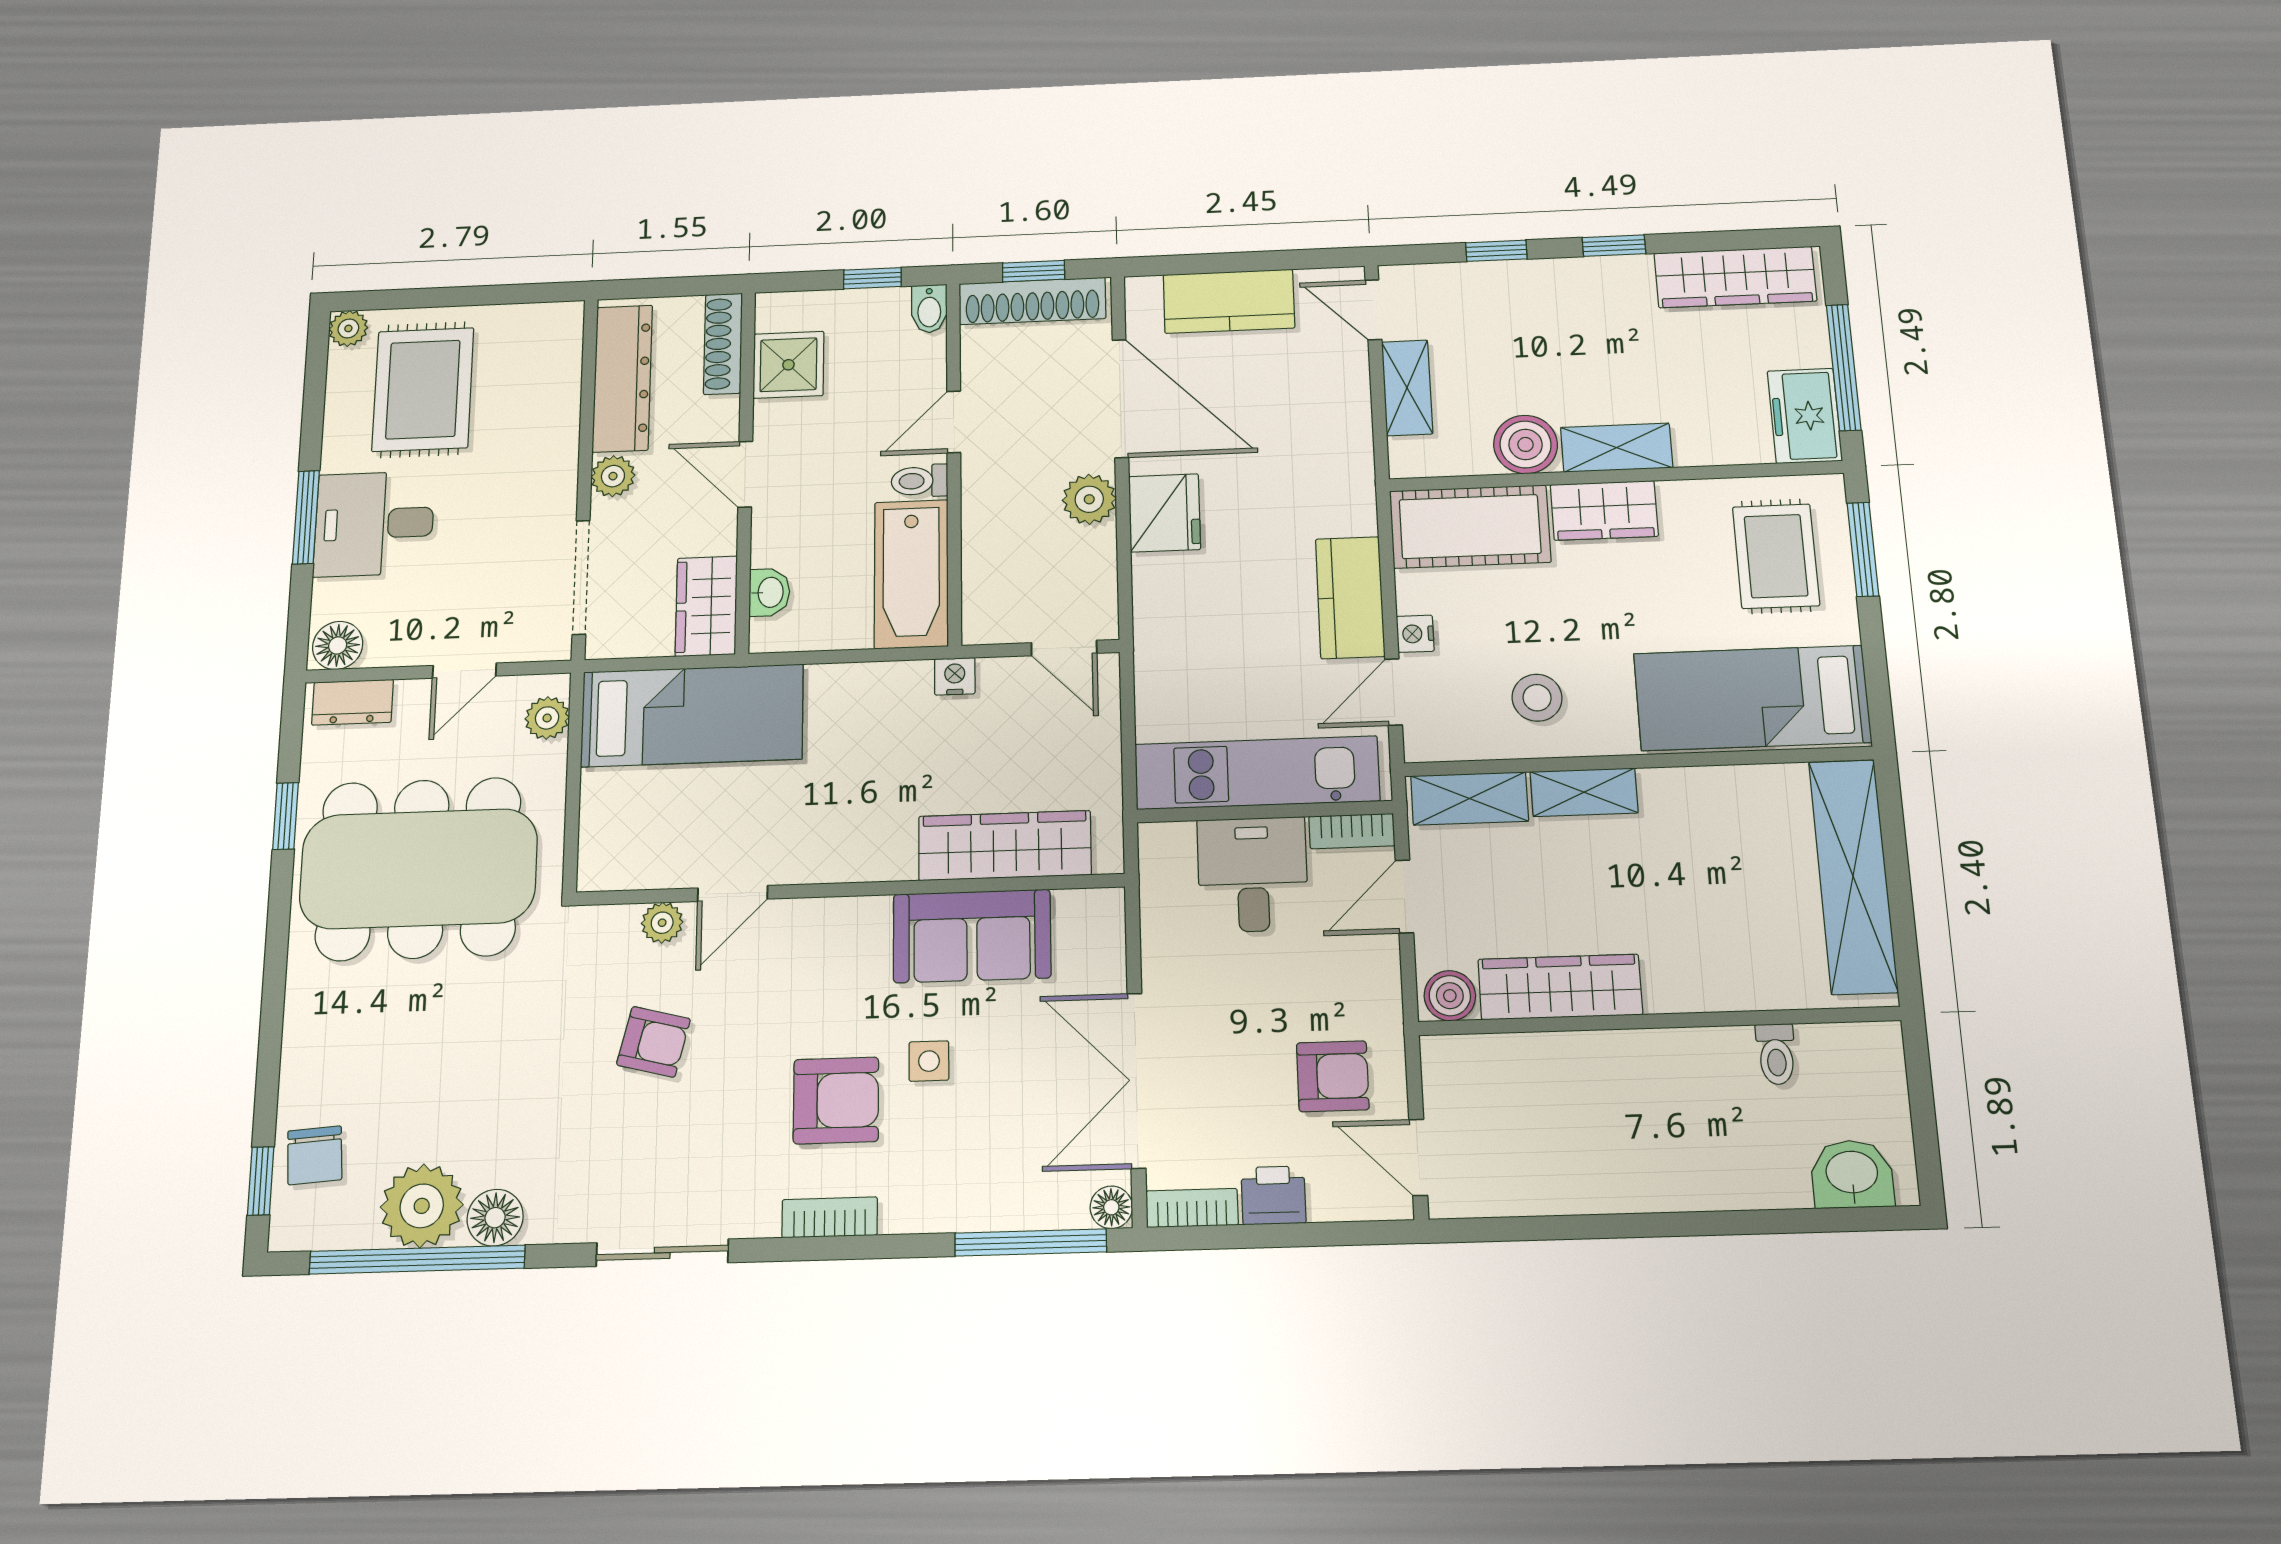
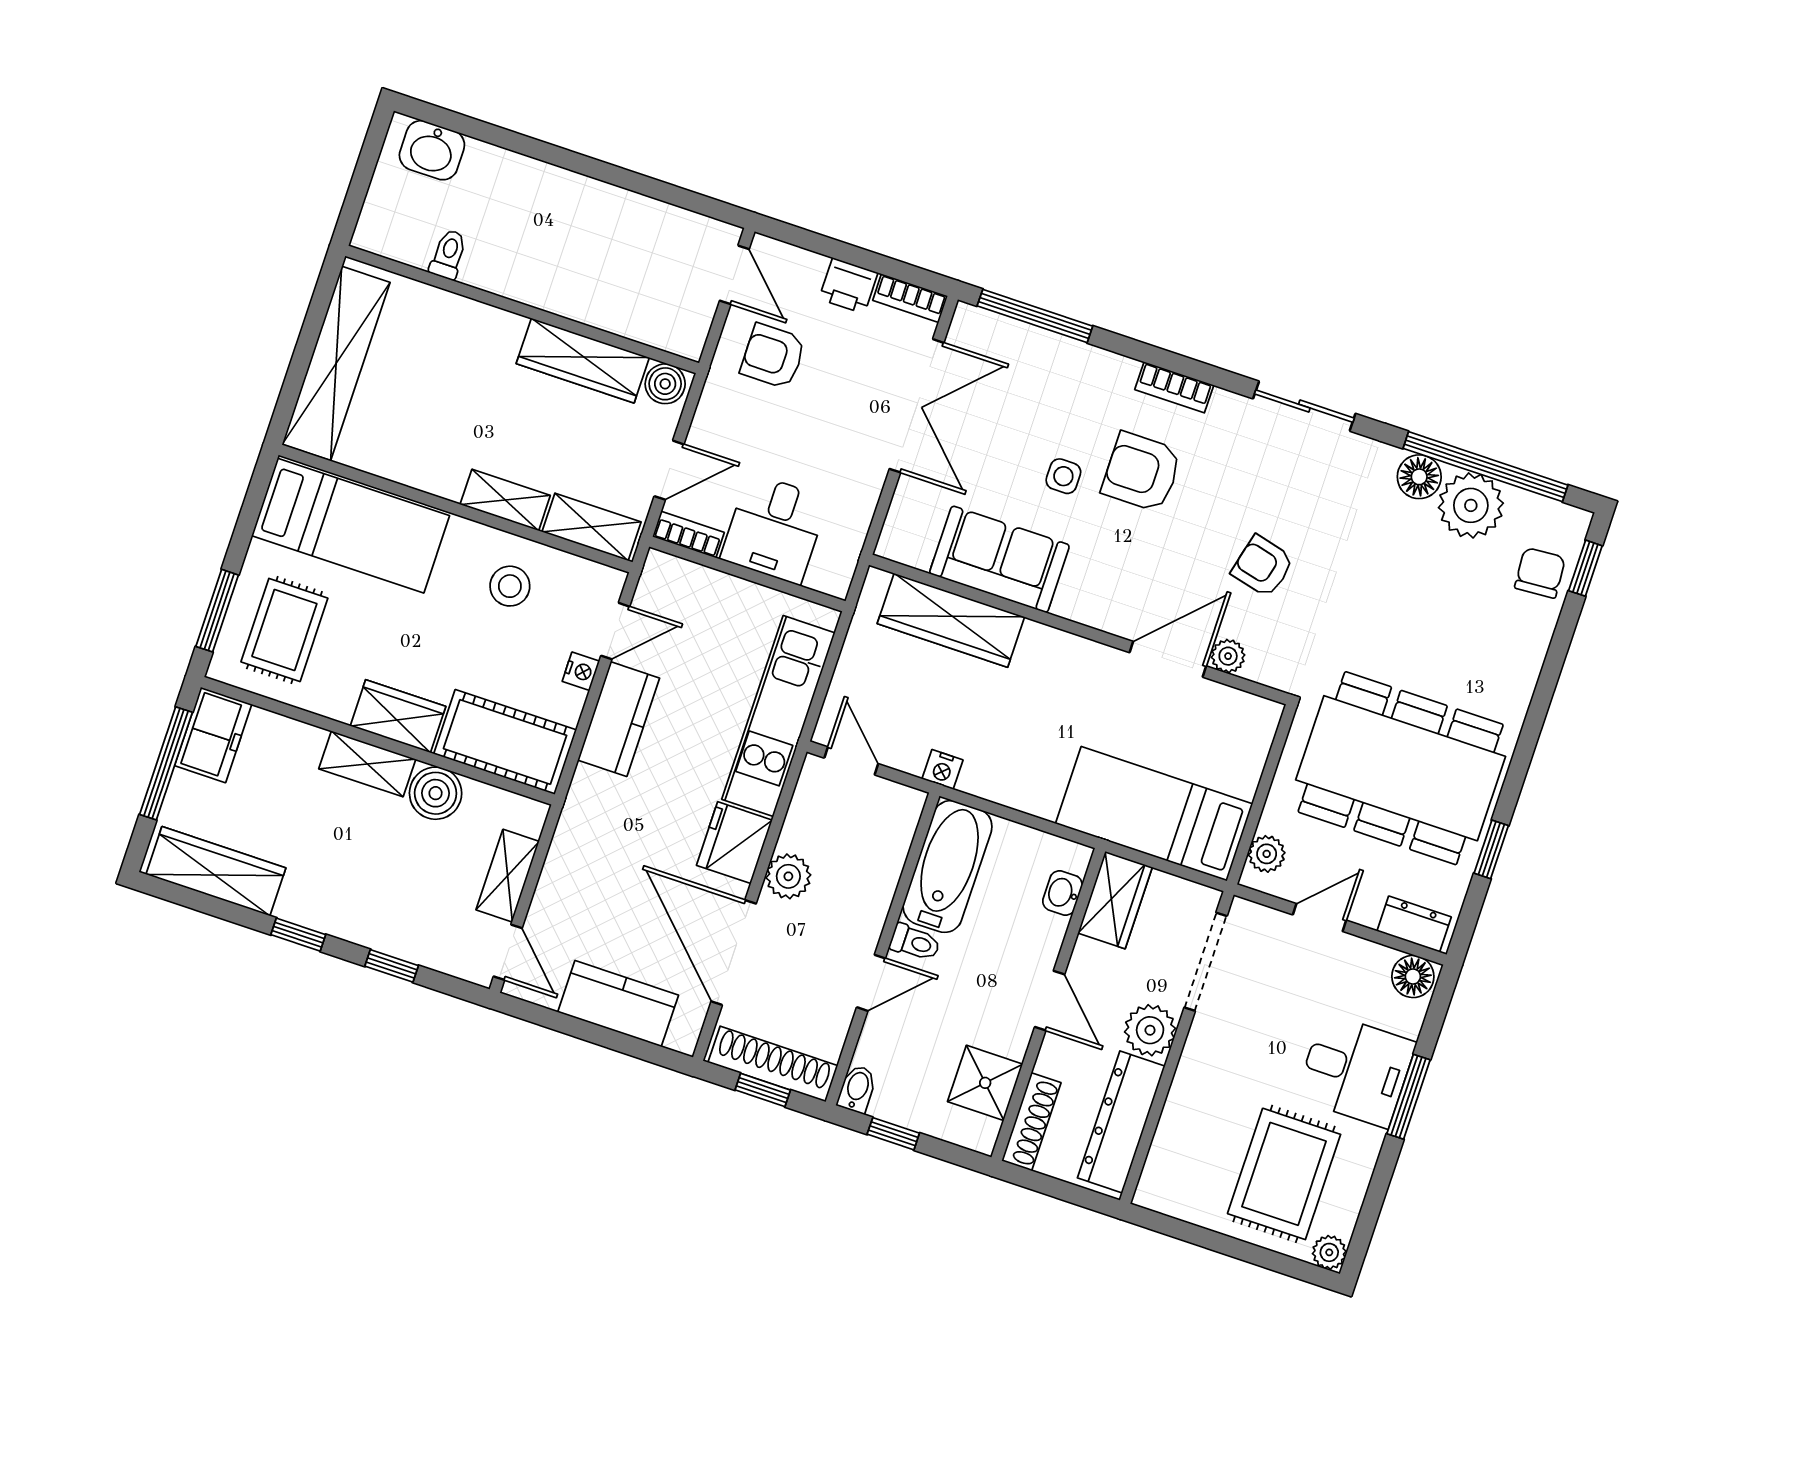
plant: (613, 476) -> (1150, 1030), width x1.38, depth x1.38
kitchen unit: (1257, 773) -> (778, 716), moved, turned 90
door: (733, 893) -> (1168, 659), width x1.38
floor lamp: (1111, 1207) -> (968, 320), removed

